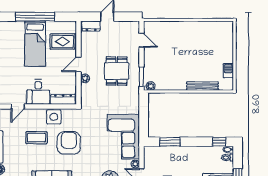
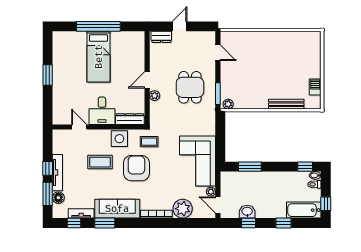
rug: (62, 42) -> (129, 54), removed
door: (18, 106) -> (79, 127), swing flipped
coffee table: (80, 119) -> (149, 142), added

